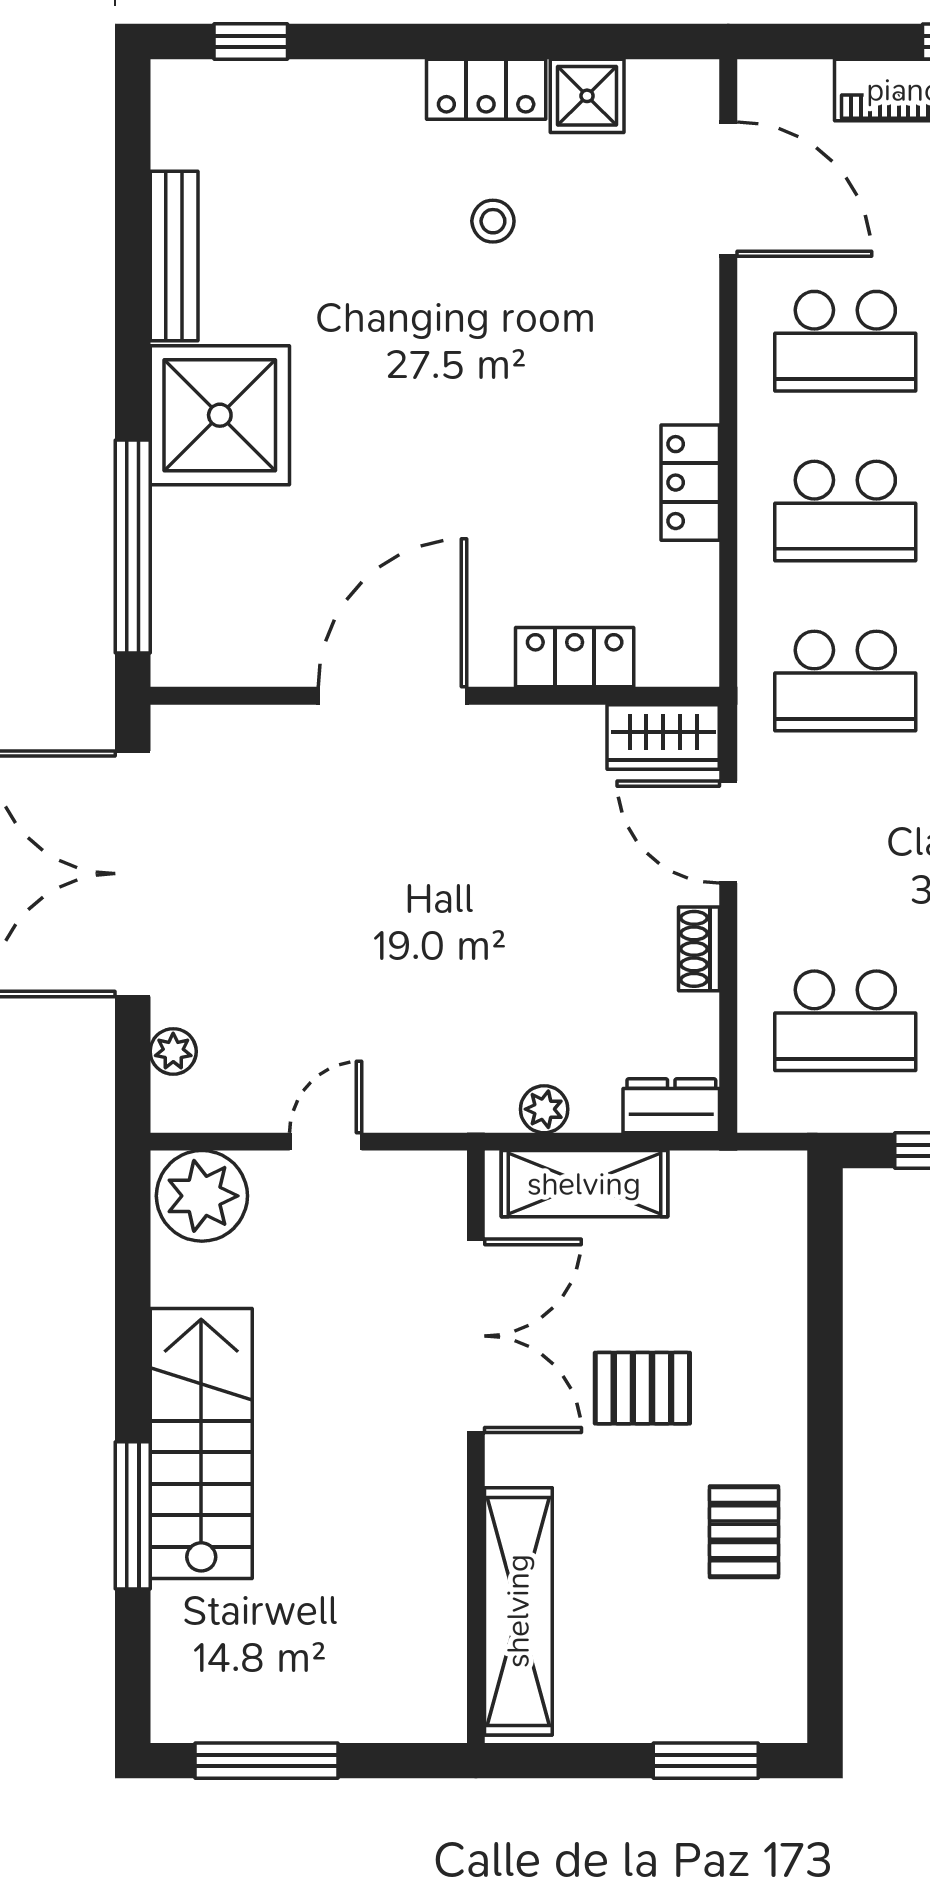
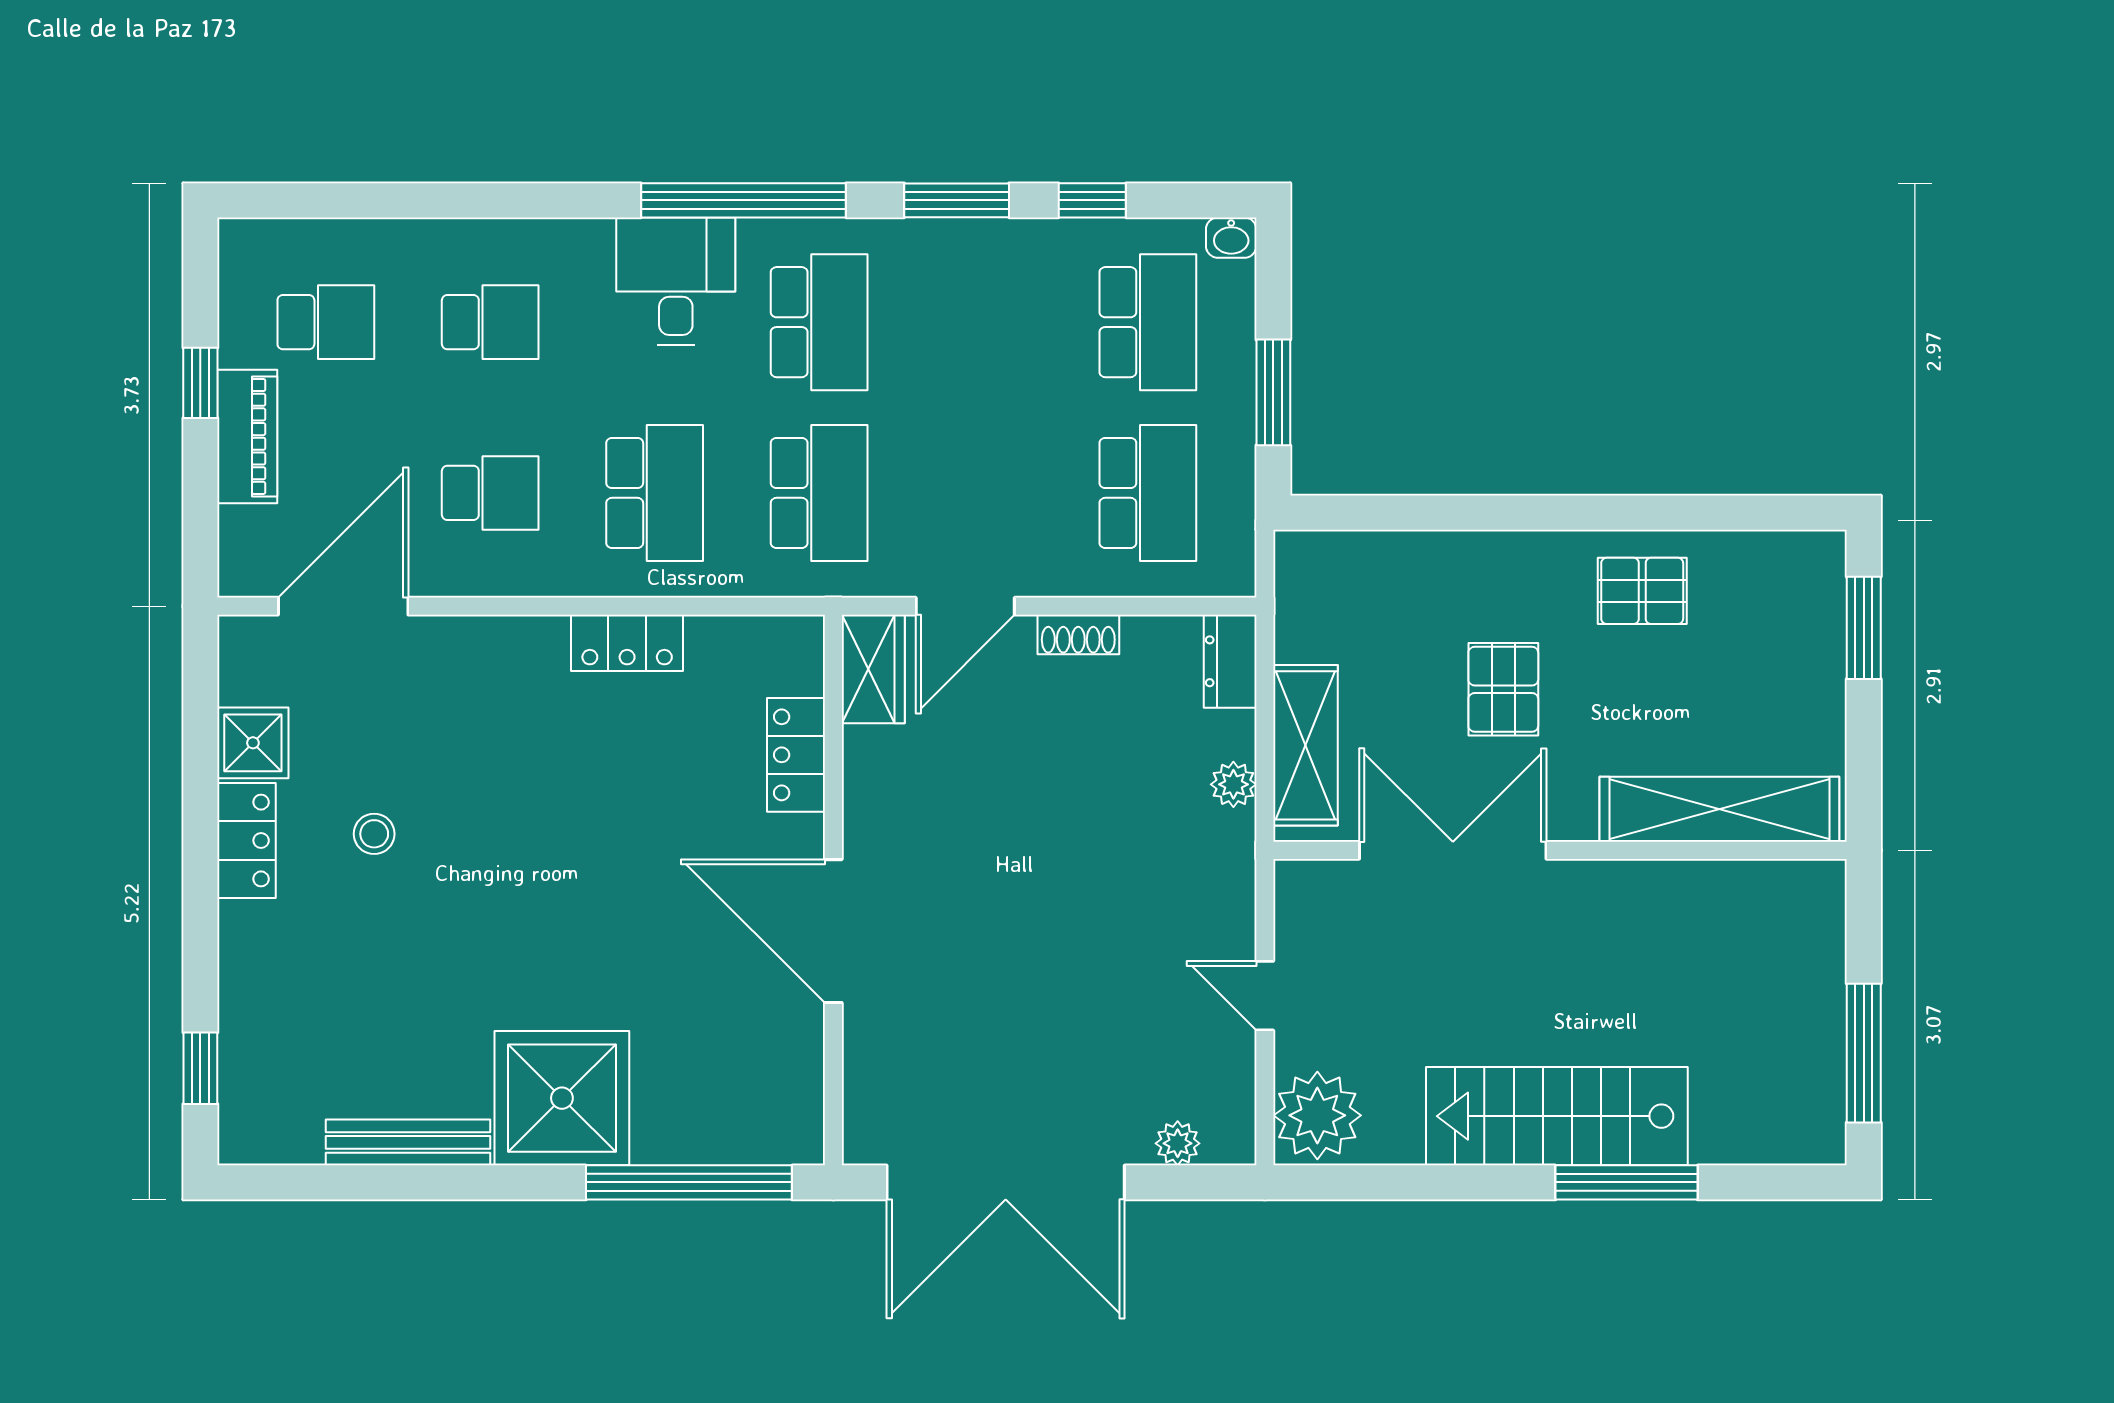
school desk: (845, 341) -> (490, 493), width x0.54

